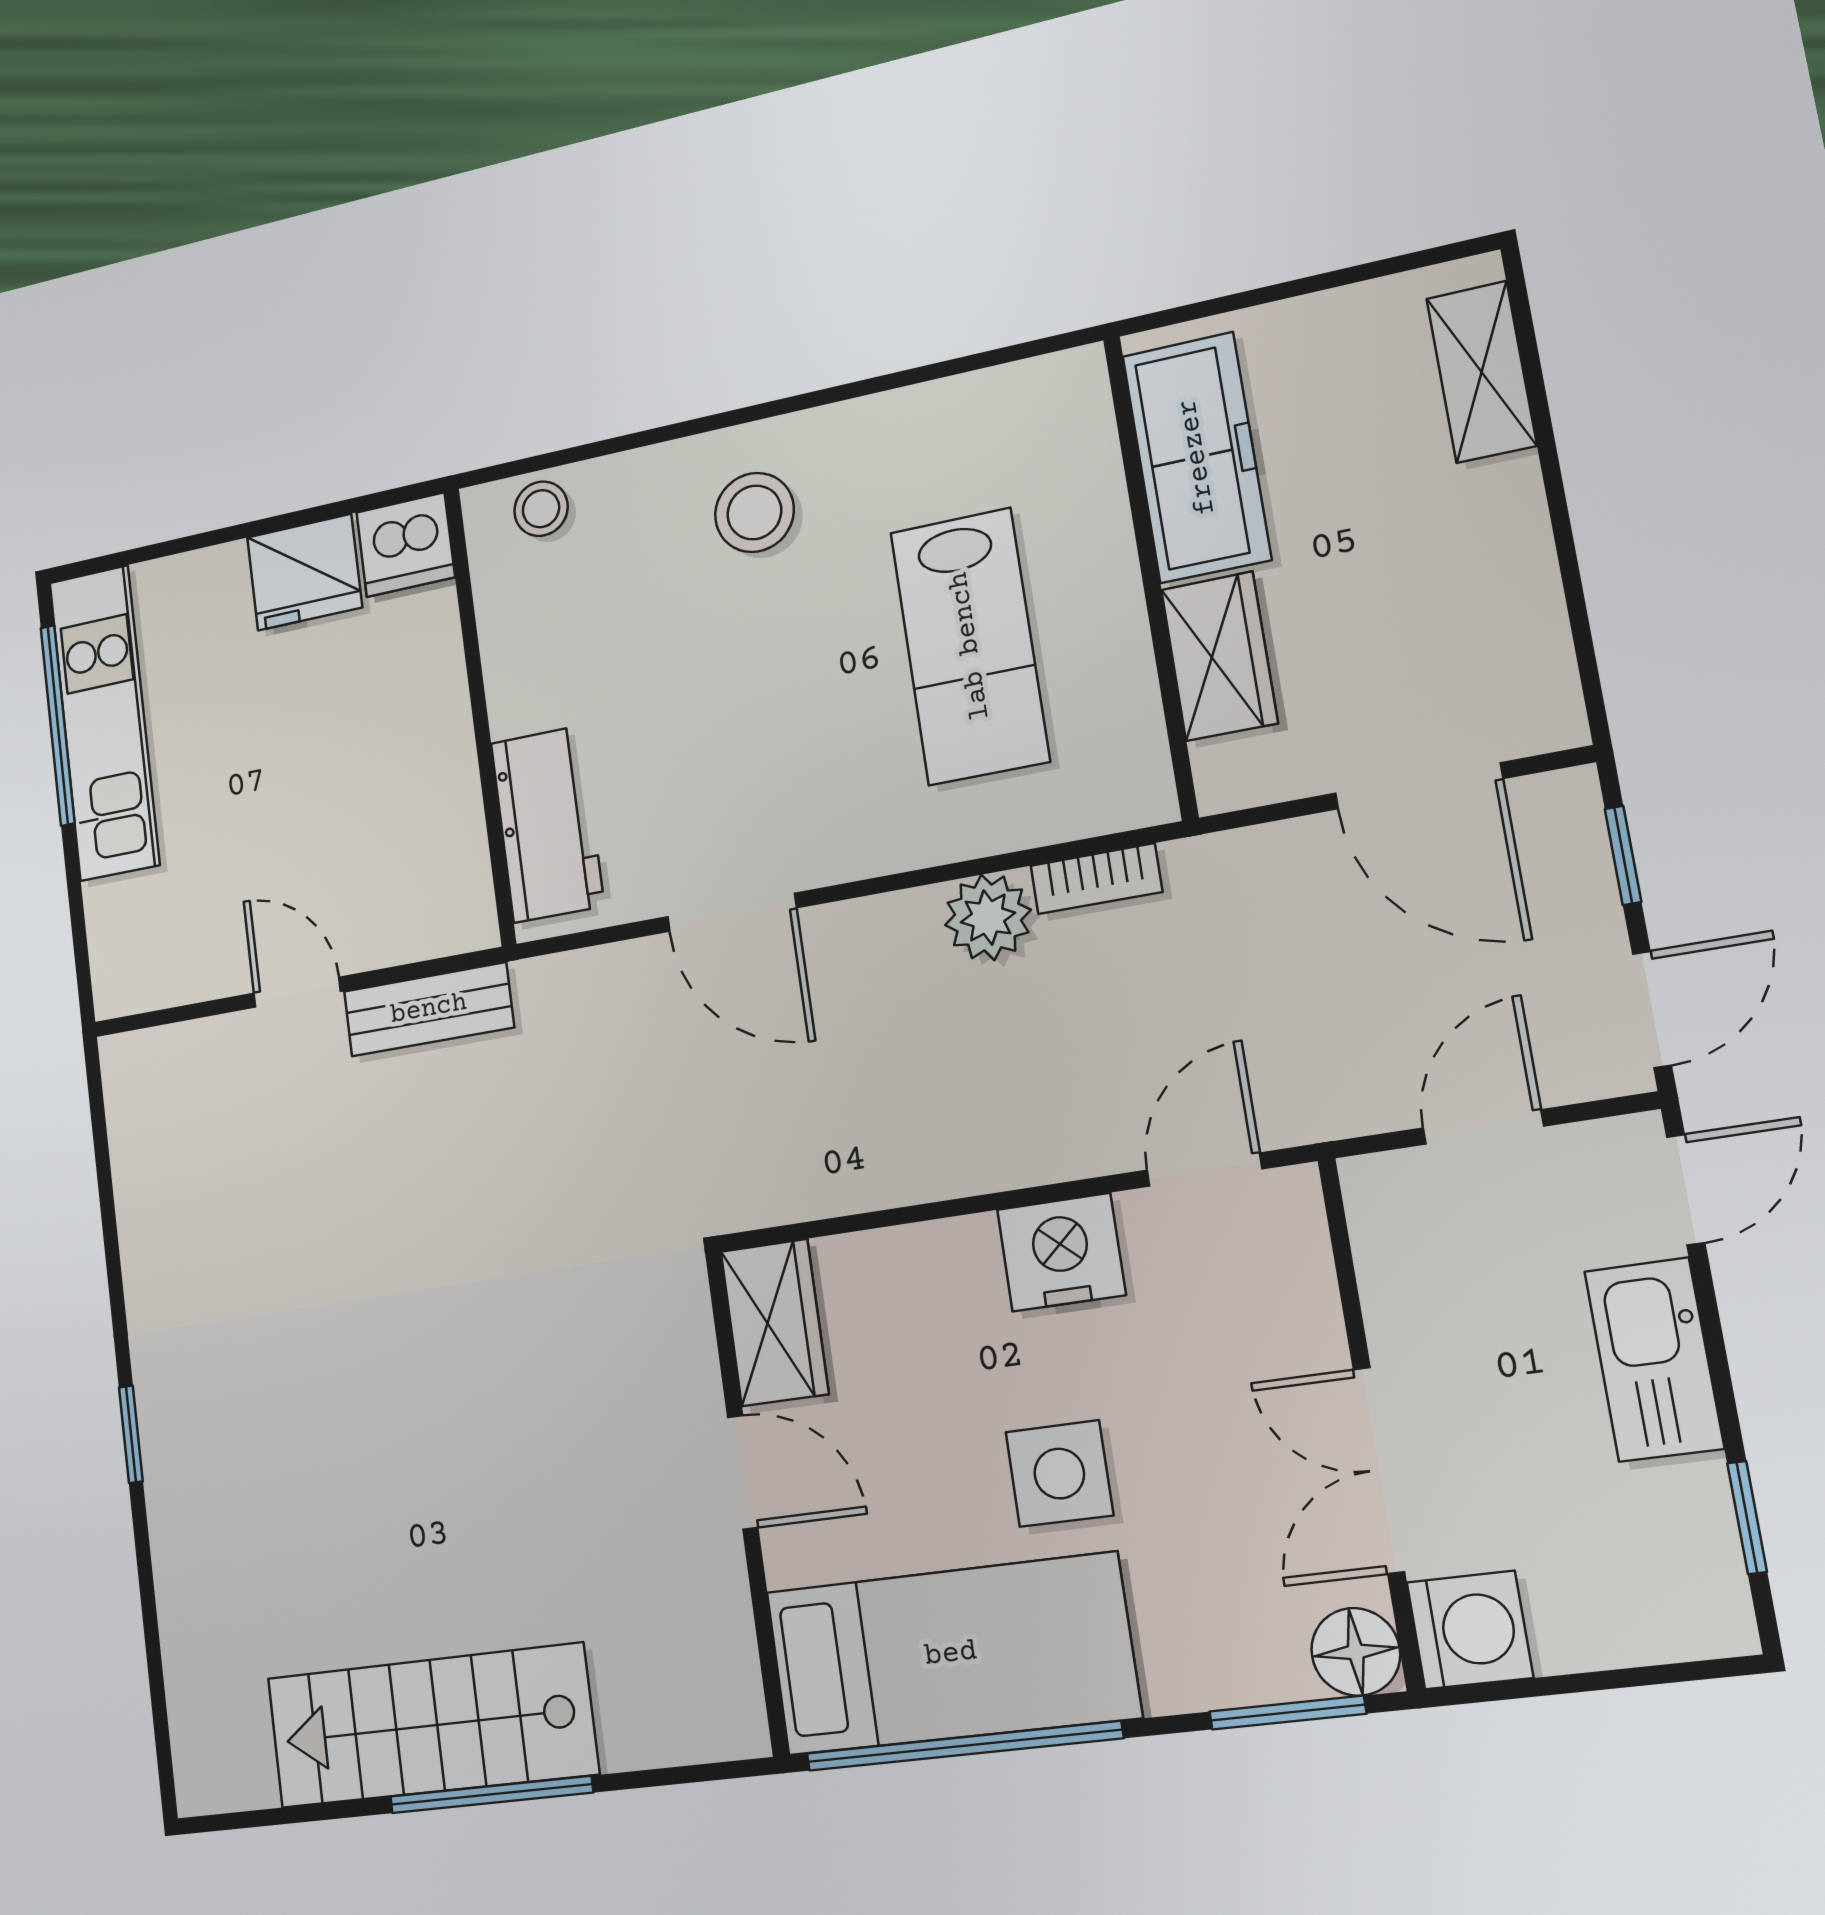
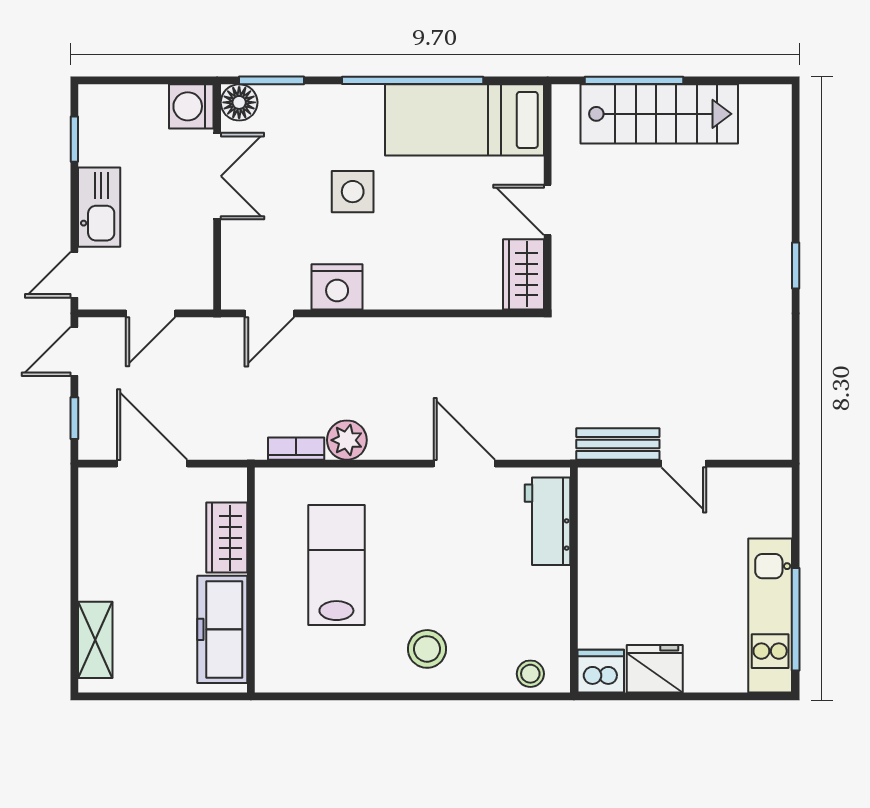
wardrobe: (774, 1323) -> (523, 274), moved
door: (743, 1472) -> (548, 210), moved
wall: (747, 1501) -> (548, 197), moved
bed: (951, 1654) -> (465, 120), moved

